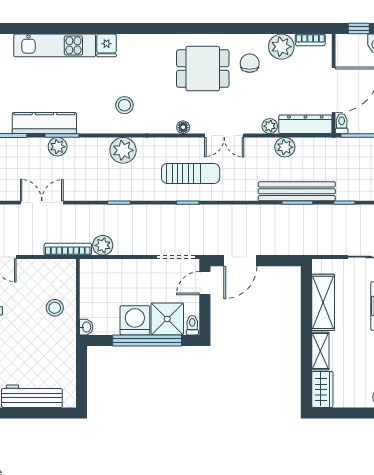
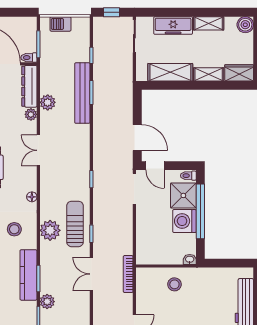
kitchen counter: (44, 123) -> (28, 275), moved
floor lamp: (183, 127) -> (32, 197), moved
double door: (224, 136) -> (38, 150), swing flipped
plant: (58, 147) -> (47, 302), moved
sun lounger: (191, 174) -> (75, 224), moved
double door: (42, 203) -> (91, 274), moved
plant: (103, 245) -> (125, 246), removed

